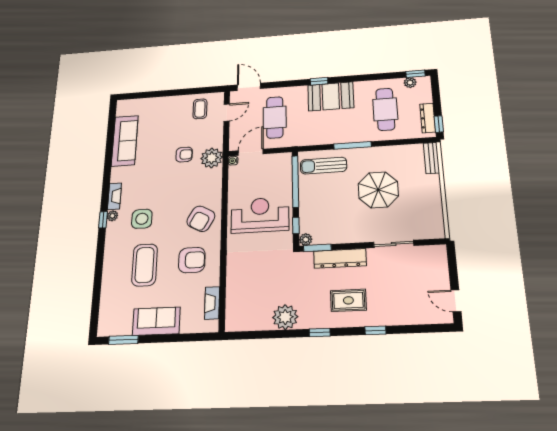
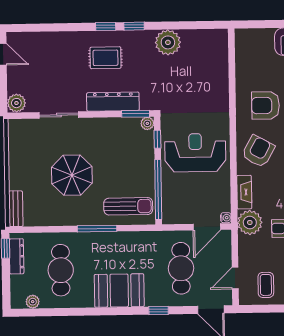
window: (416, 74) -> (26, 313), removed
window: (319, 81) -> (159, 310), moved
reception desk: (260, 215) -> (195, 153), turned 180
plant: (438, 254) -> (16, 103), added
fireplace: (212, 303) -> (244, 192), moved
window: (375, 330) -> (106, 27), moved

